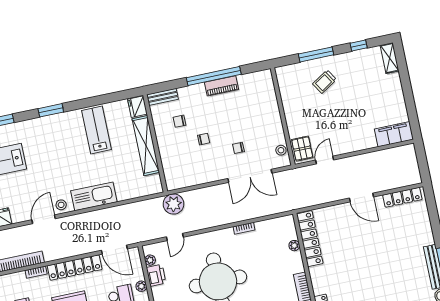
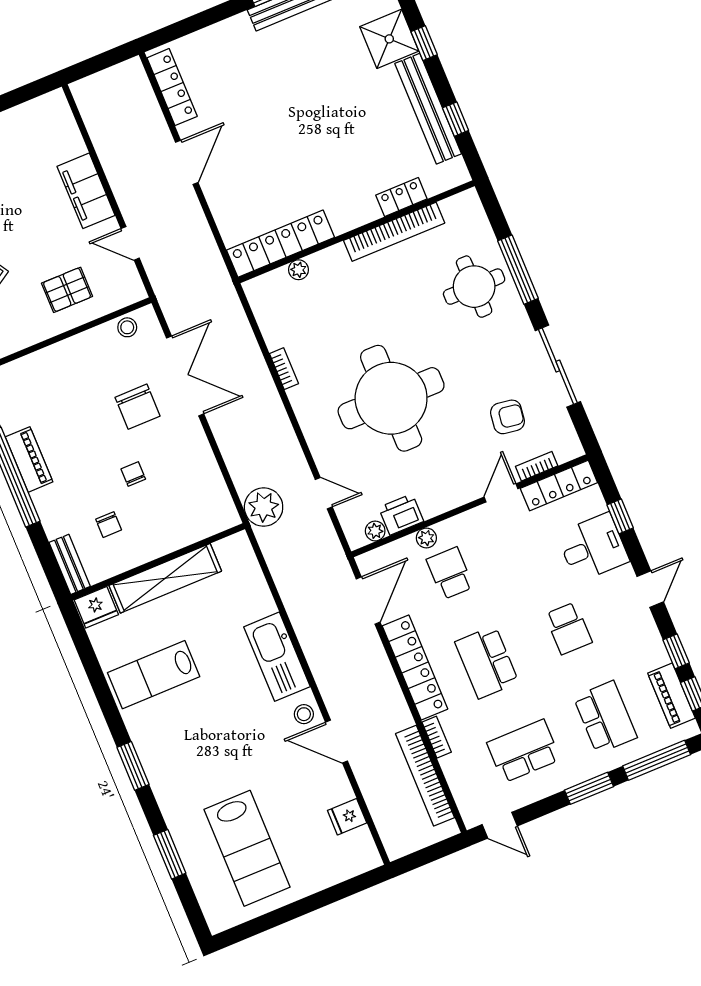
filing cabinet: (394, 134) -> (86, 191), moved
chair: (238, 148) -> (138, 407), width x1.87, depth x1.87
pallet: (302, 149) -> (67, 290), moved

